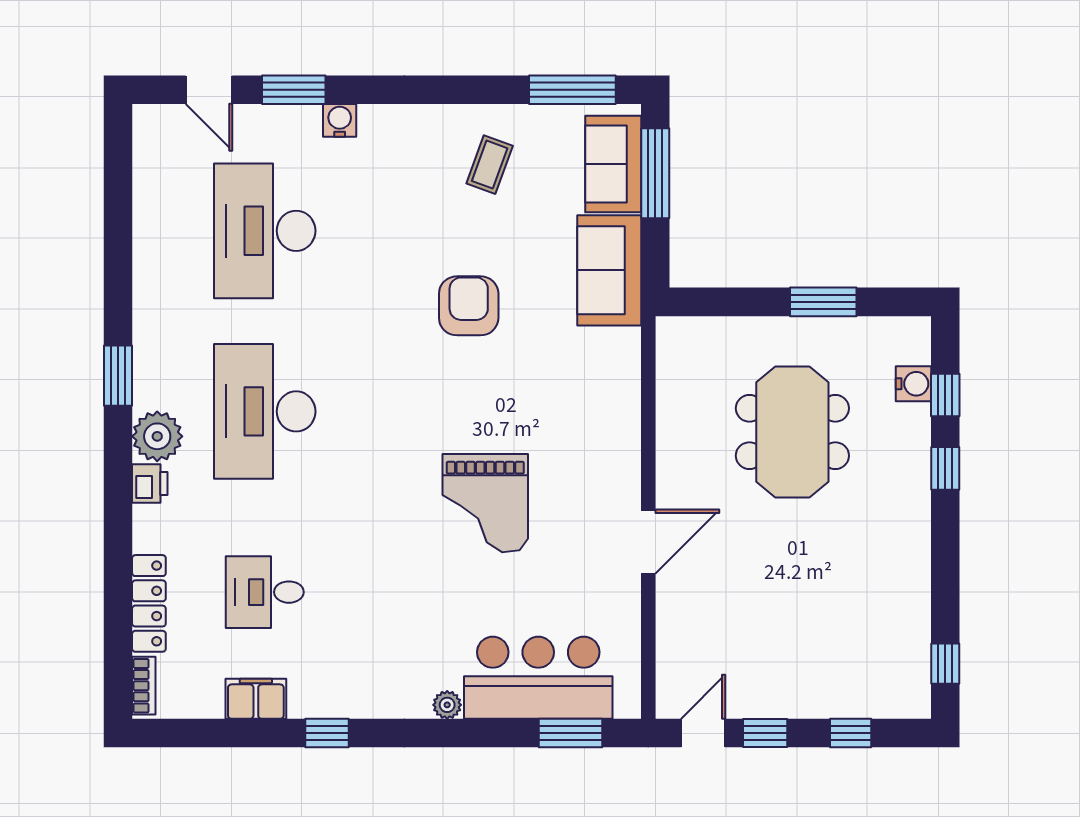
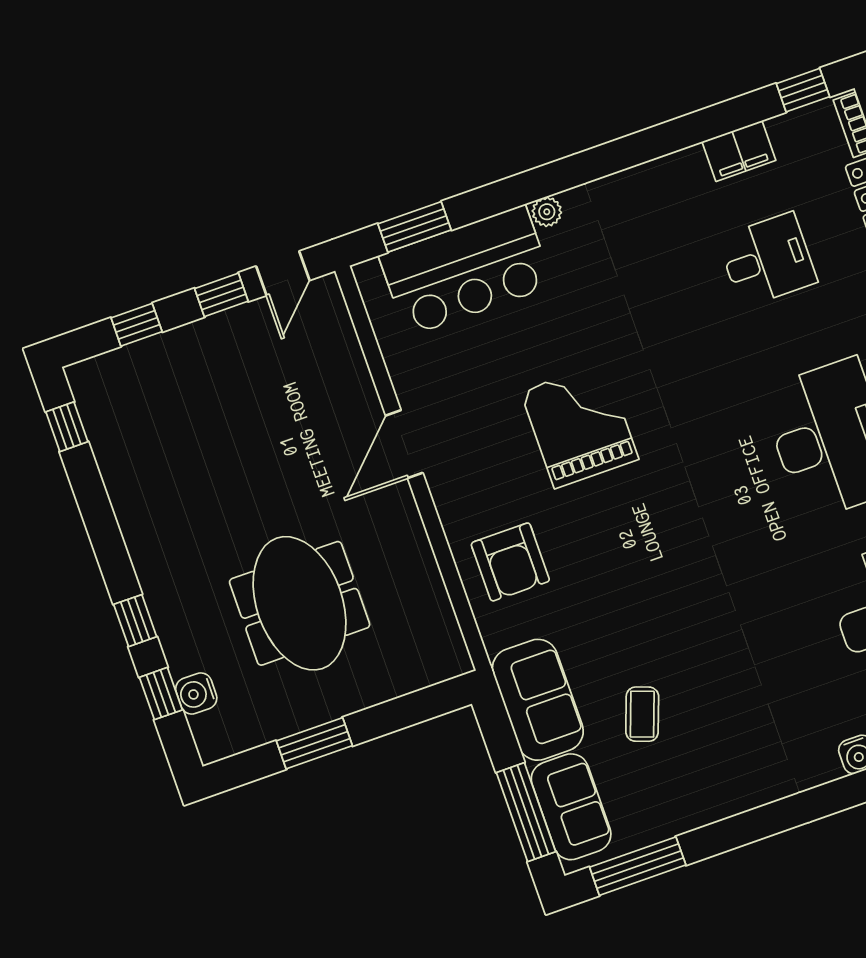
coffee table: (490, 165) -> (642, 714), moved
armchair: (469, 306) -> (510, 562), moved
window: (327, 733) -> (803, 90), moved

